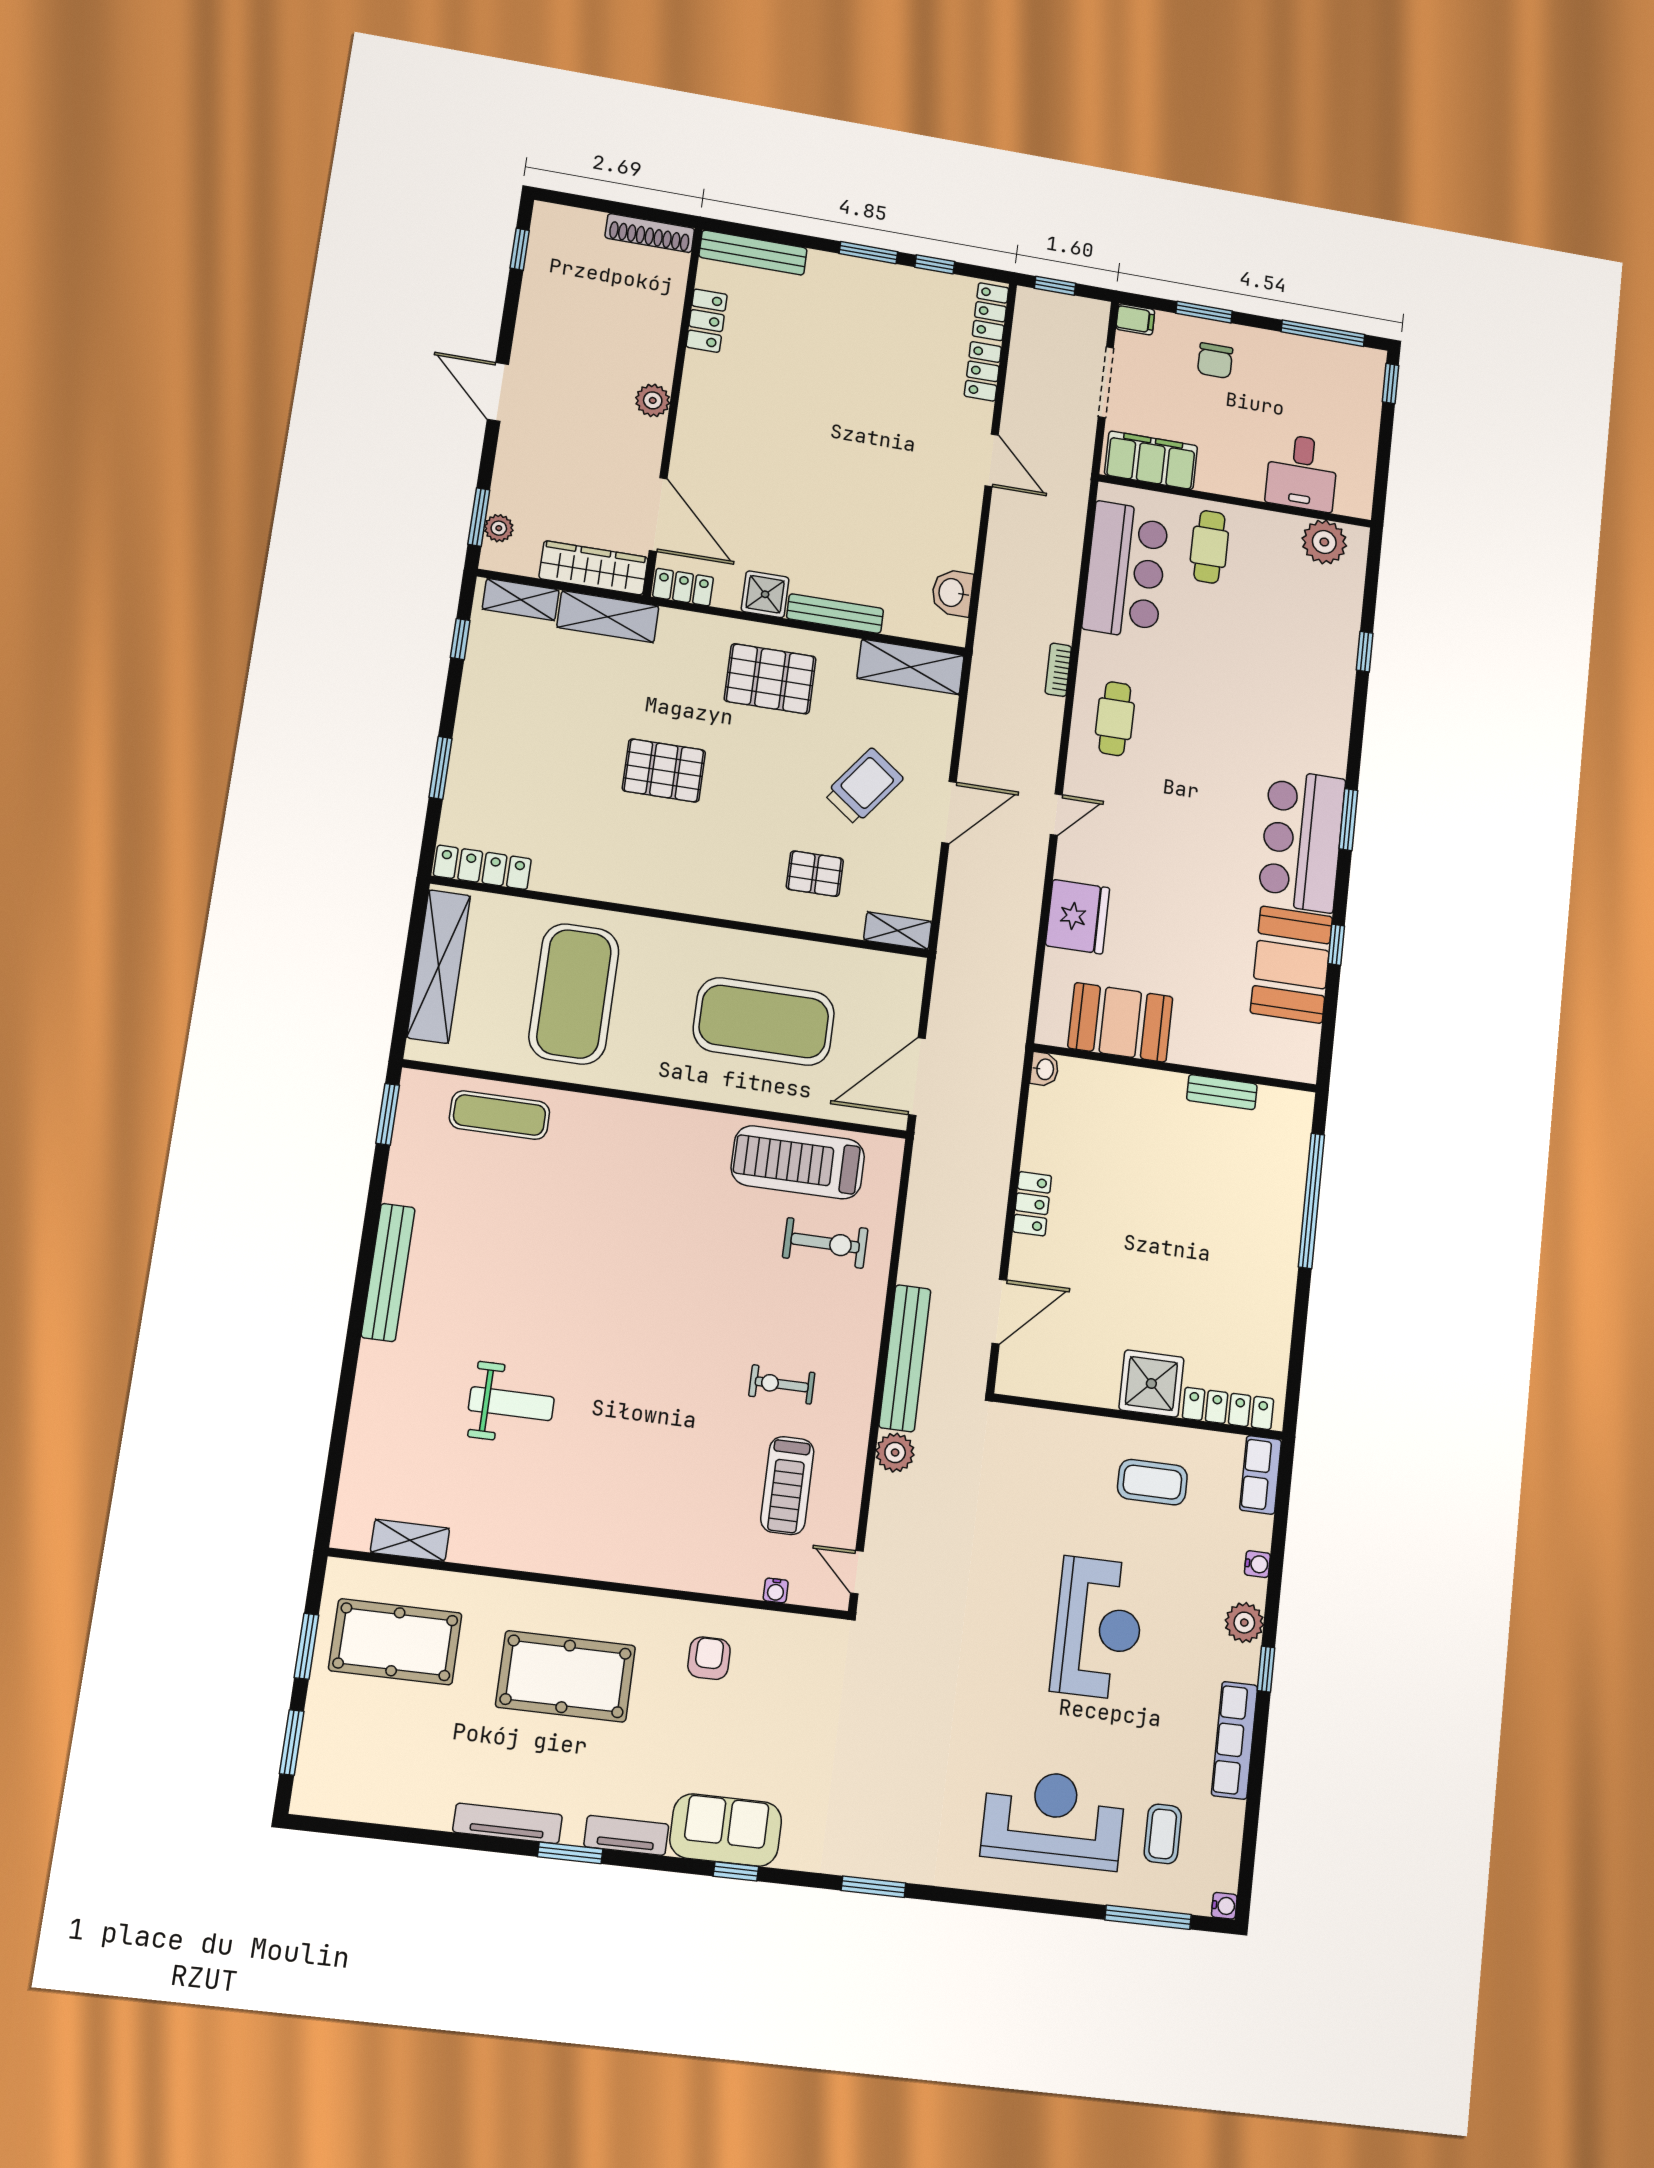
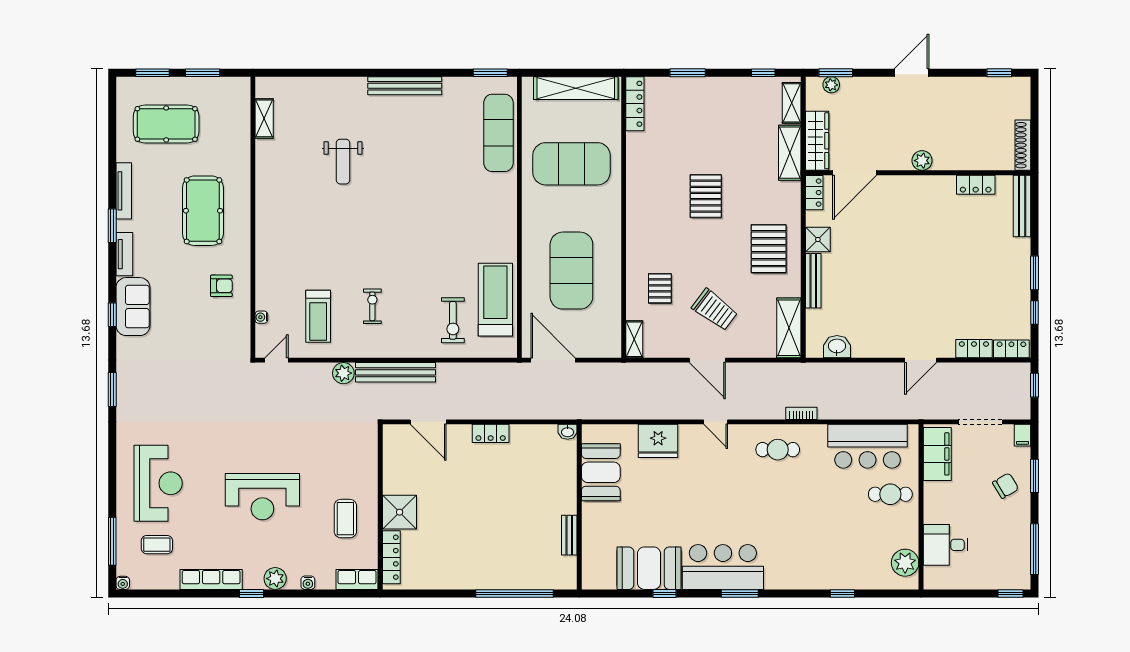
chair: (1215, 361) -> (1006, 486), turned 149
exercise mat: (500, 1115) -> (498, 133), width x1.36, depth x1.45
treadmill: (787, 1486) -> (318, 316), turned -90
pool table: (395, 1642) -> (166, 124), moved, turned 90

